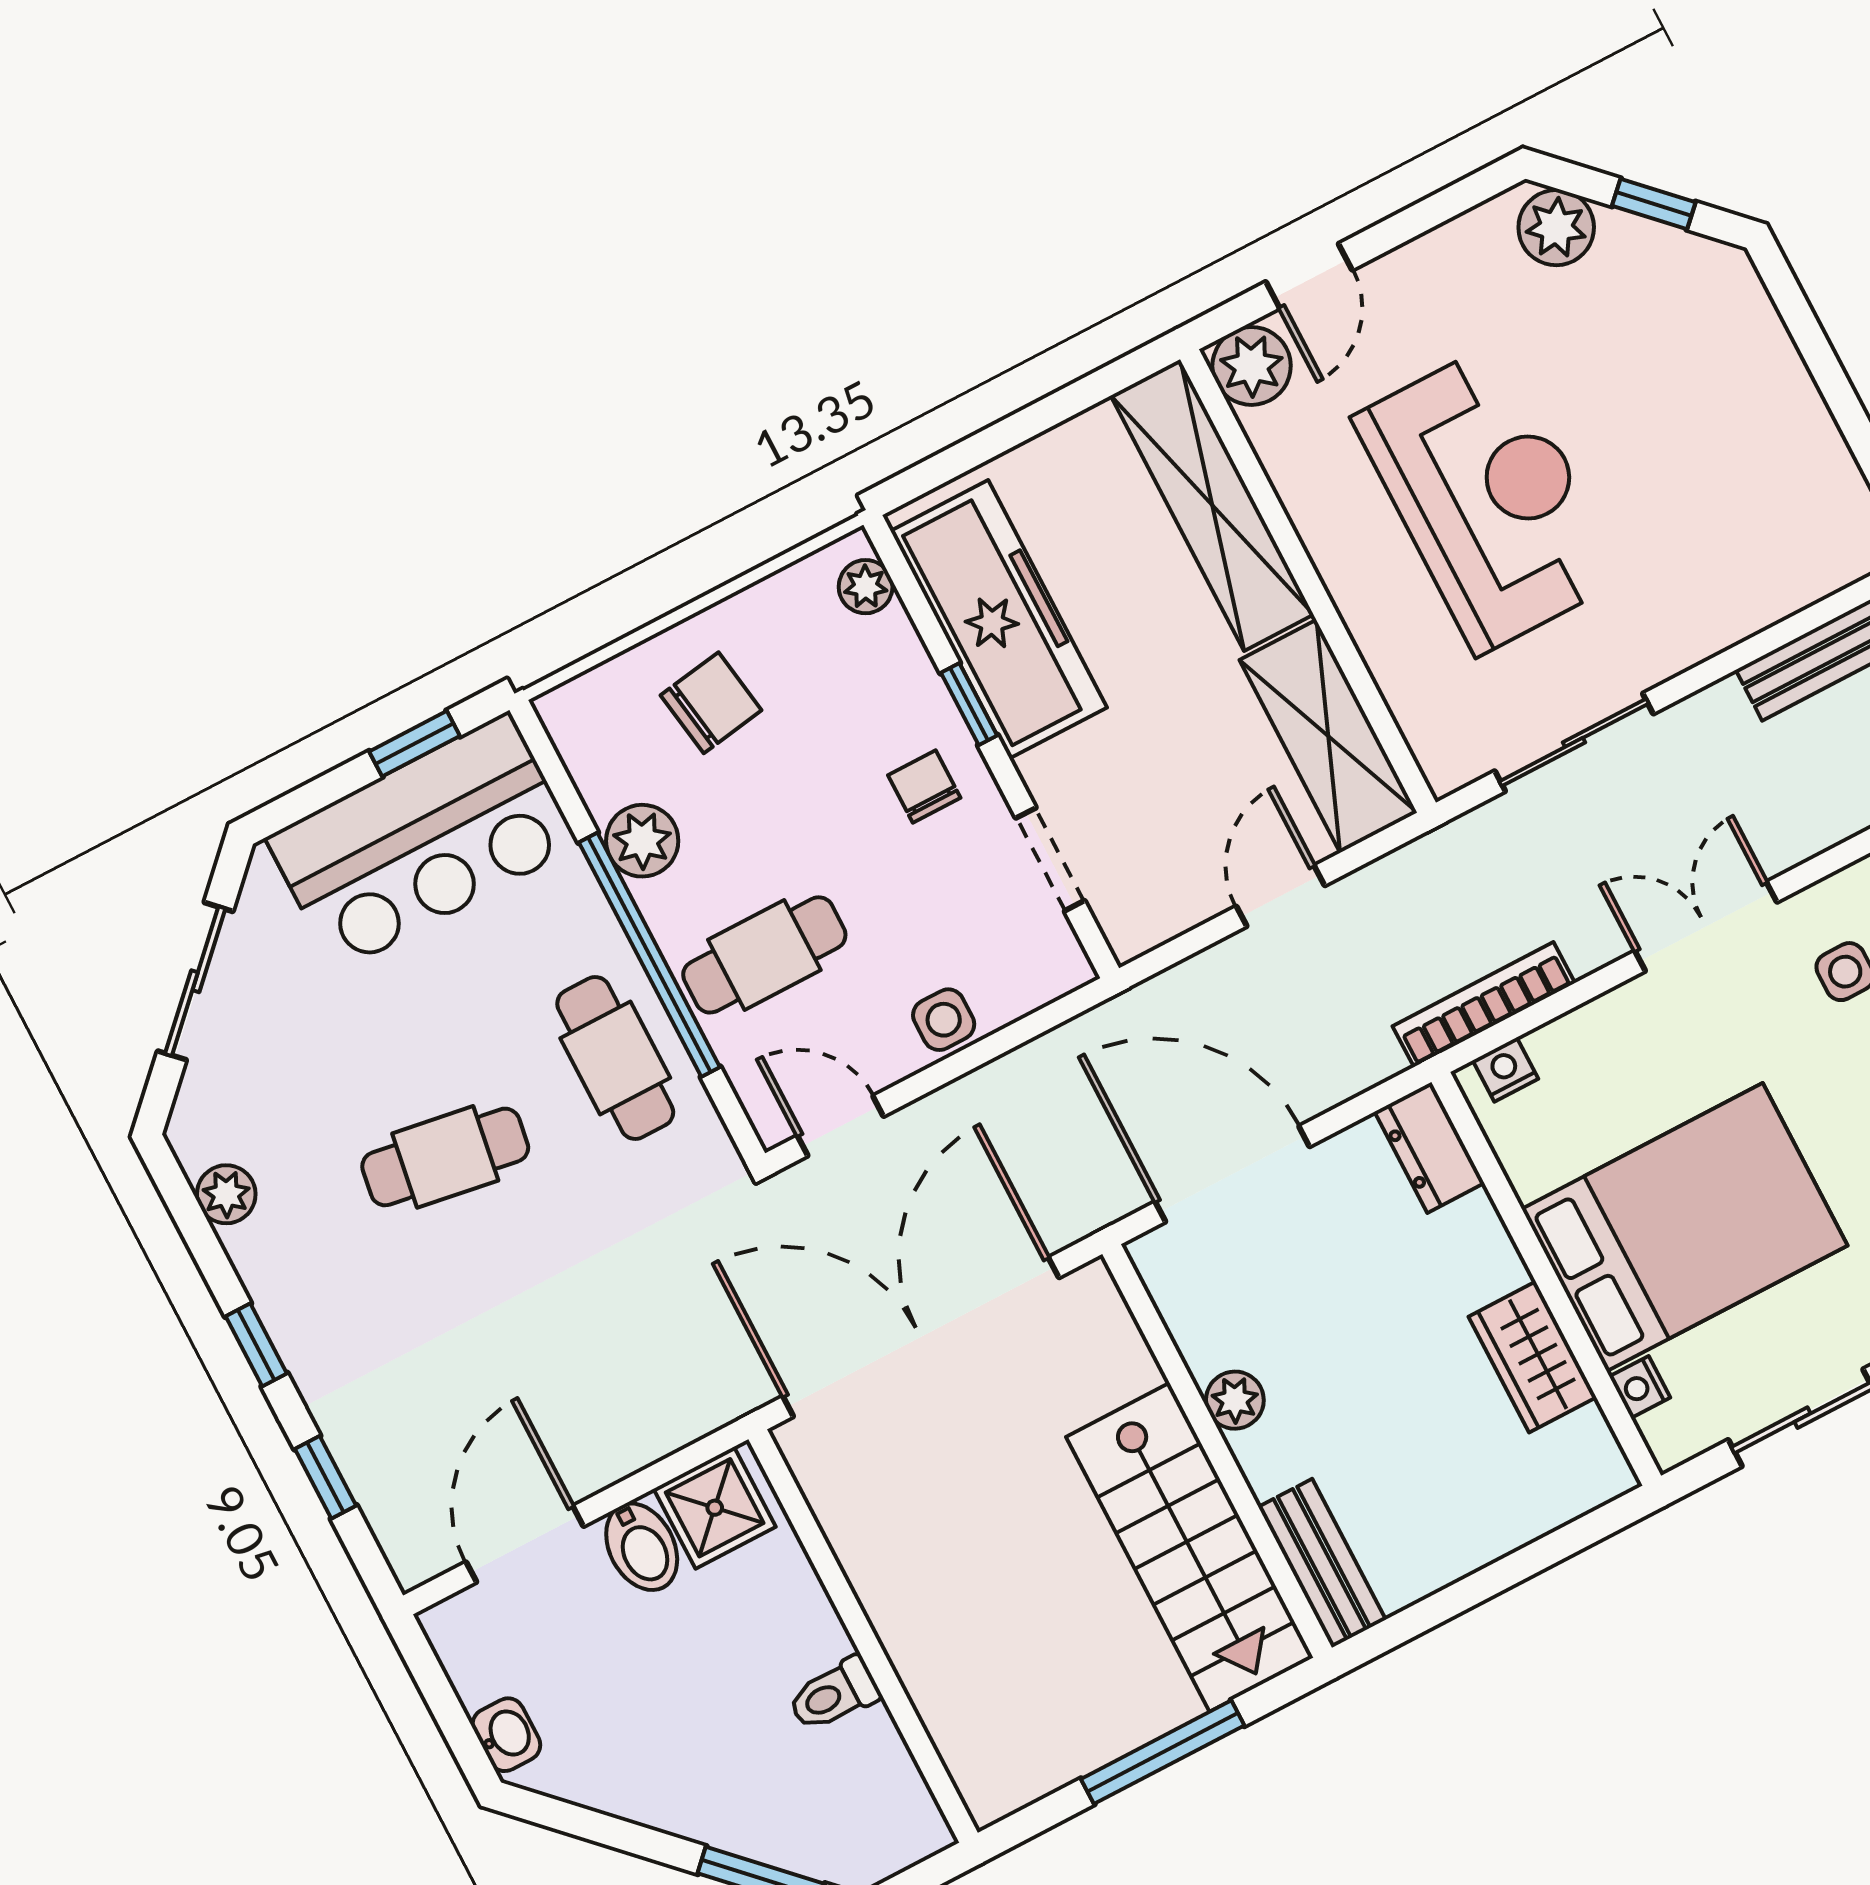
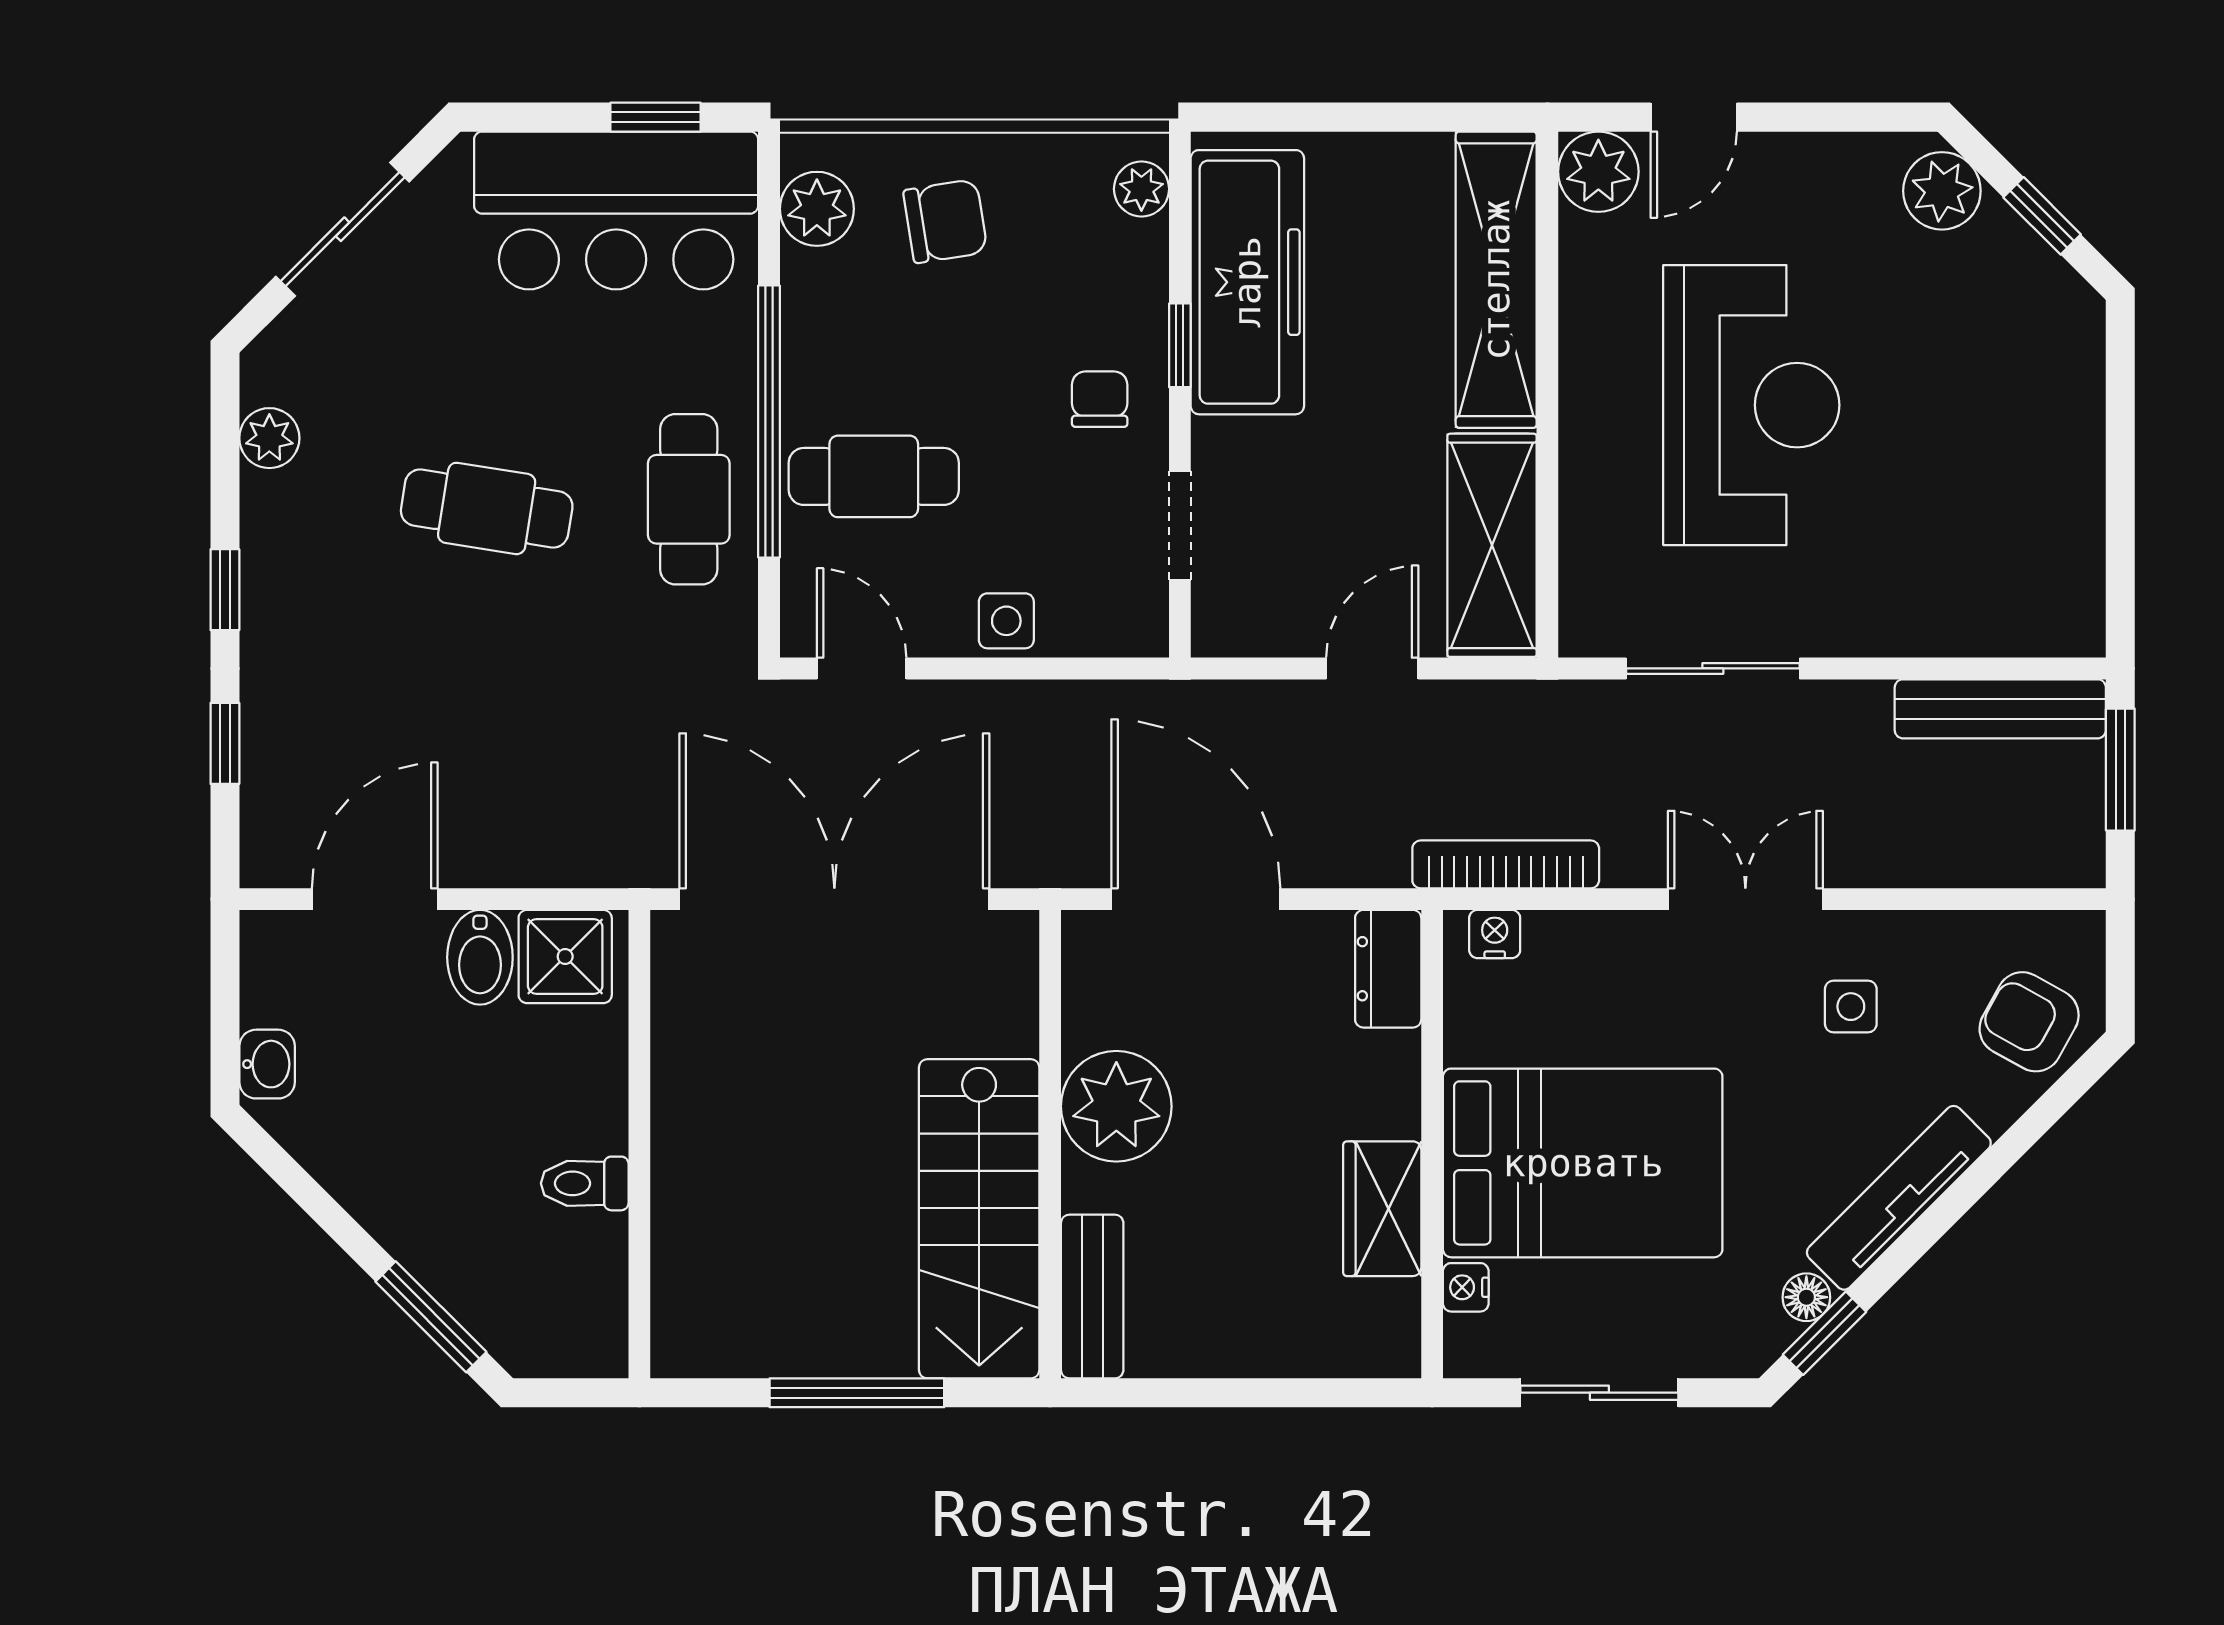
plant: (642, 841) -> (817, 209), moved
plant: (1235, 1400) -> (1116, 1106), width x1.88, depth x1.88

